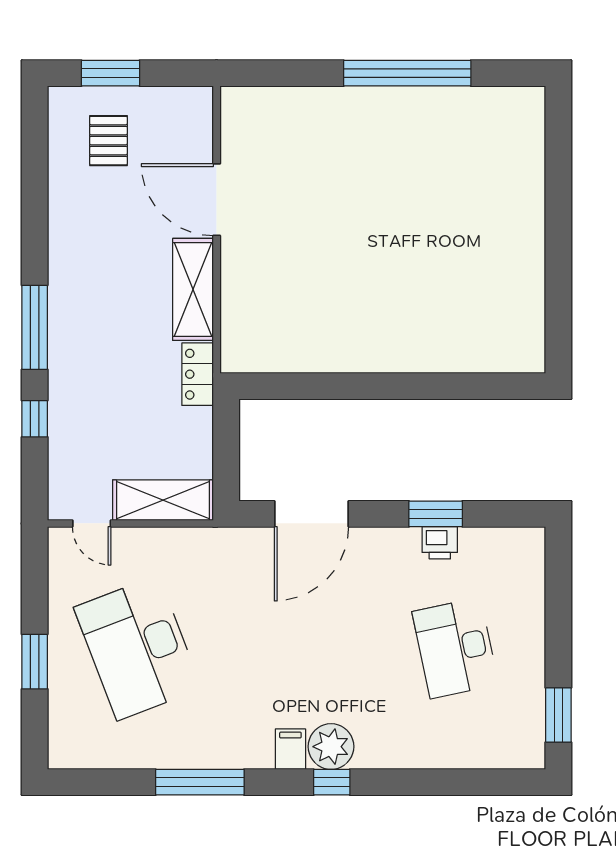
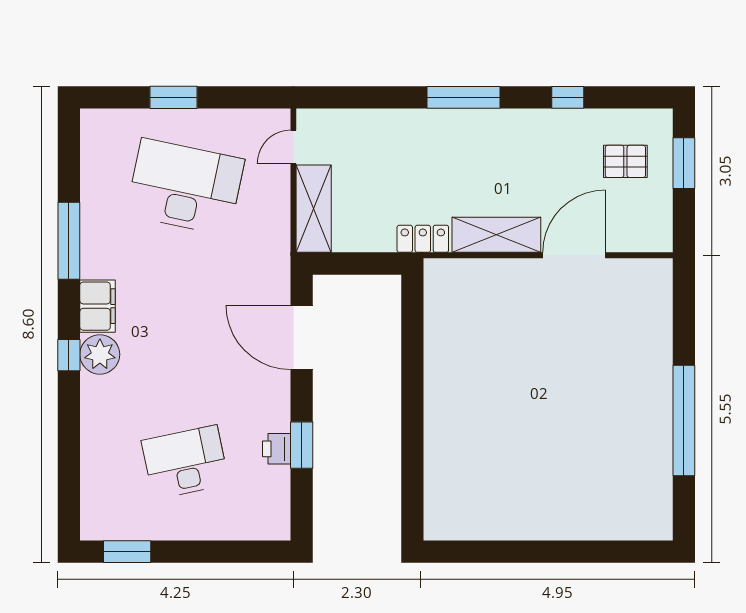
window: (35, 419) -> (568, 97), moved
desk: (138, 648) -> (185, 187), turned 33
filing cabinet: (290, 749) -> (98, 306), width x2.00

